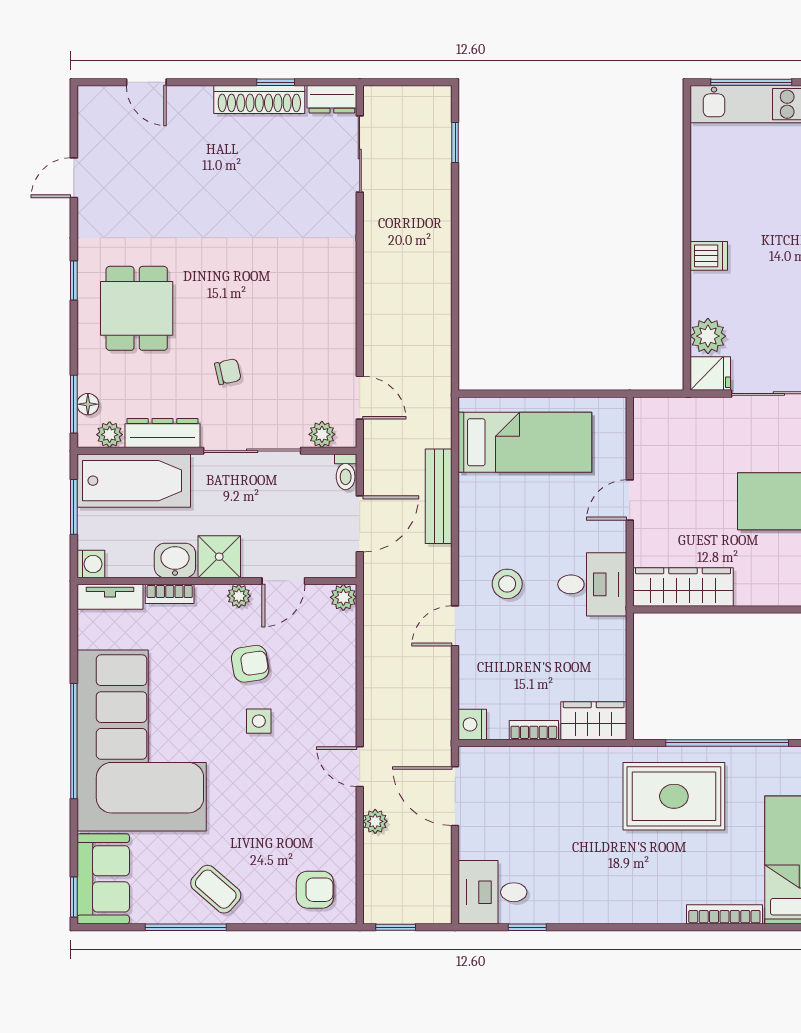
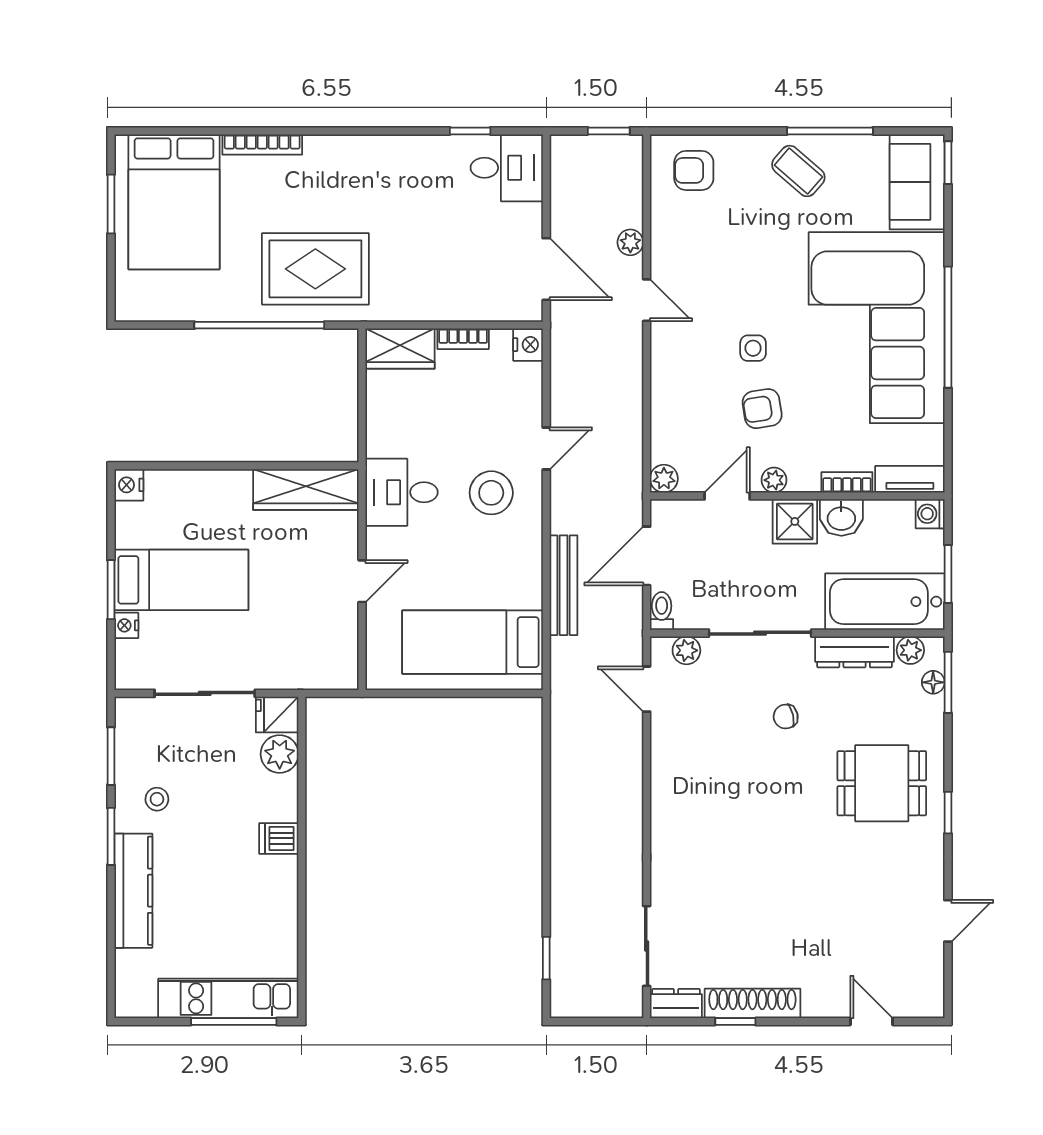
dining table: (137, 308) -> (882, 783), turned 90
stool: (507, 584) -> (491, 493), width x1.38, depth x1.38

